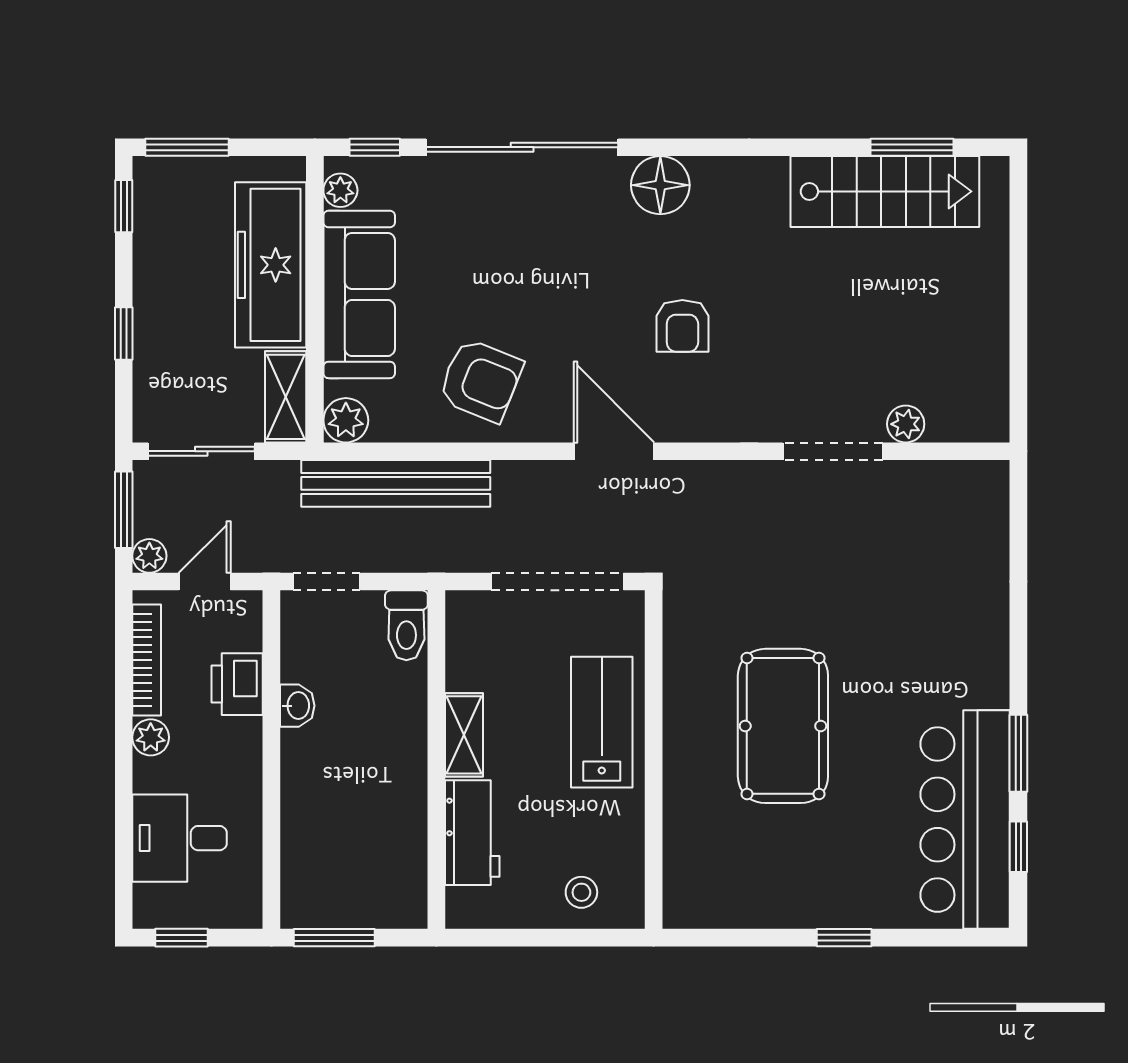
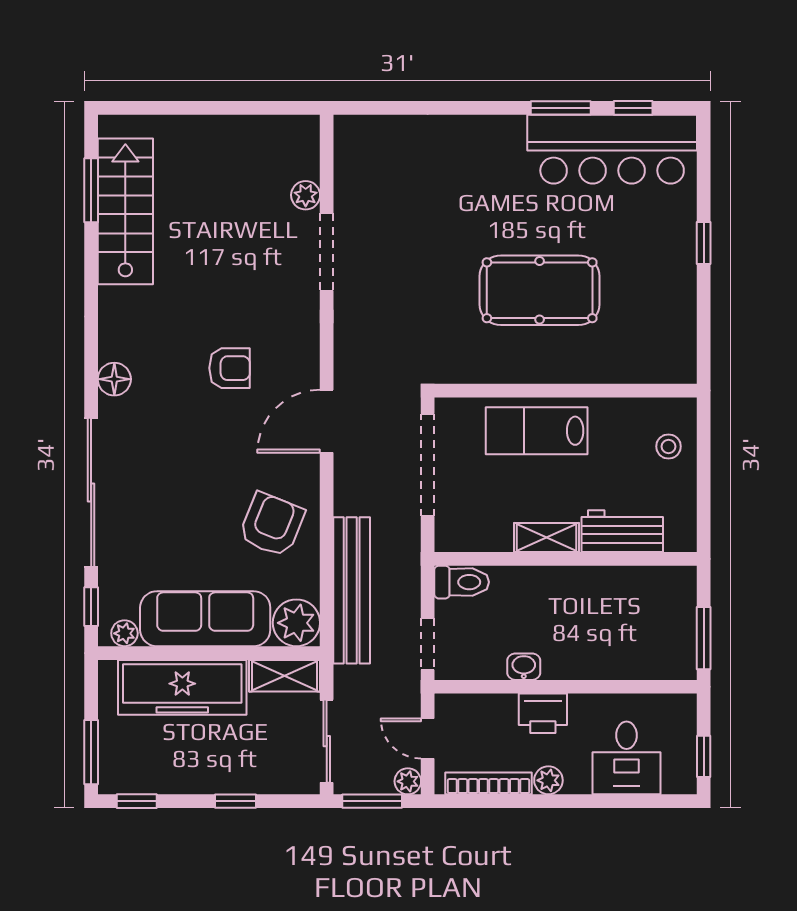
floor lamp: (660, 185) -> (114, 379), width x0.73, depth x0.73
plant: (346, 420) -> (296, 623), width x1.36, depth x1.36
printer: (237, 684) -> (543, 713), moved

